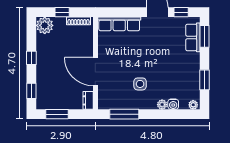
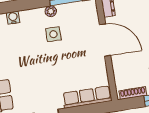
plant: (162, 105) -> (51, 11), moved

